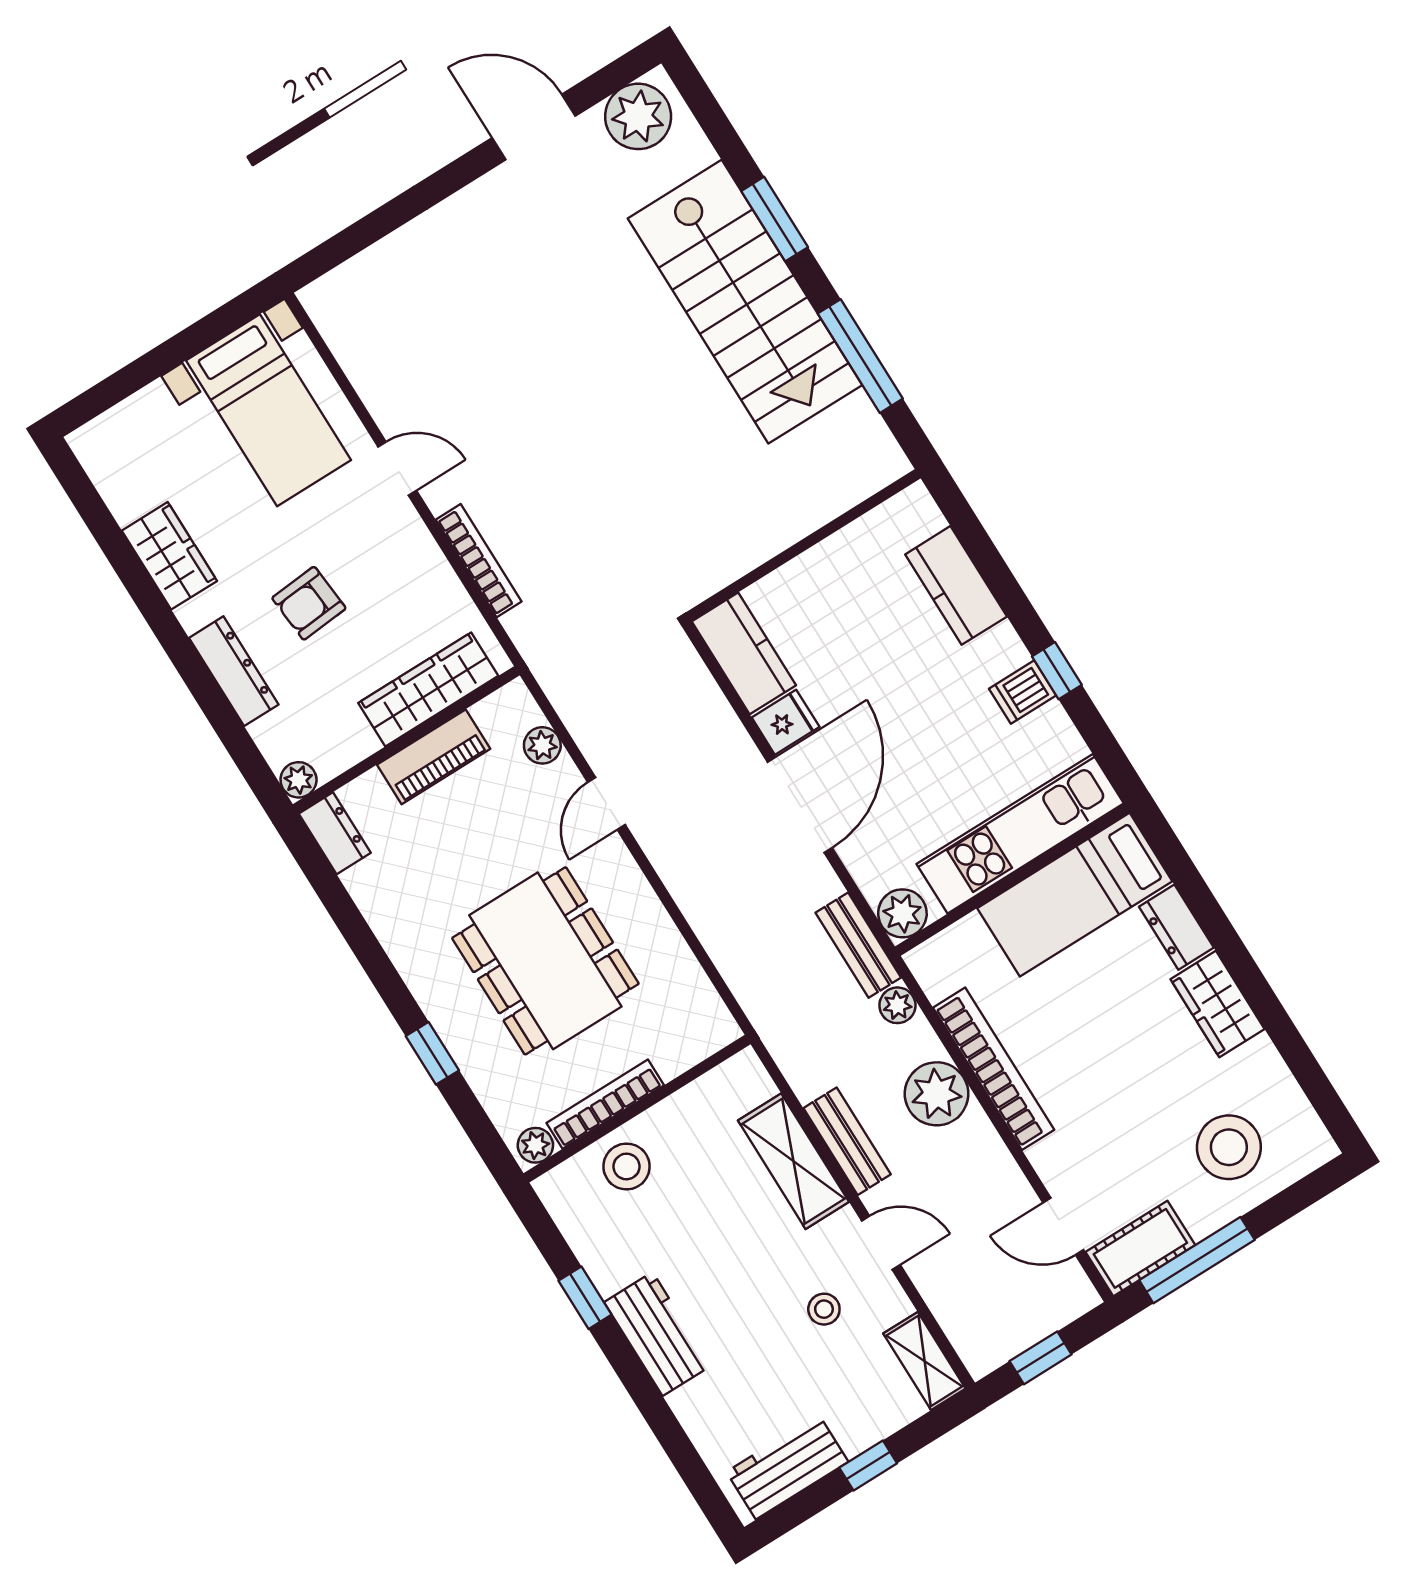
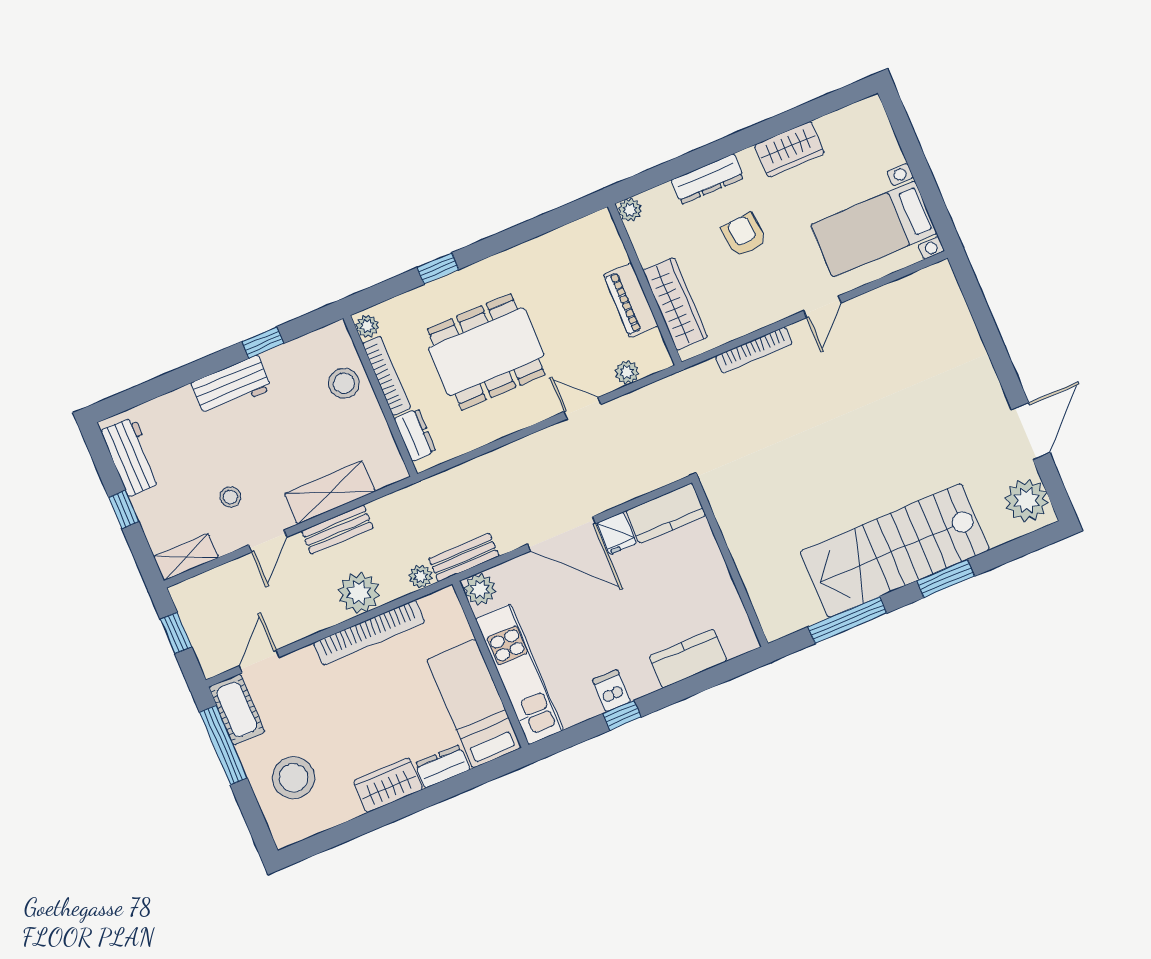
dresser: (335, 833) -> (415, 435), moved, turned -90

